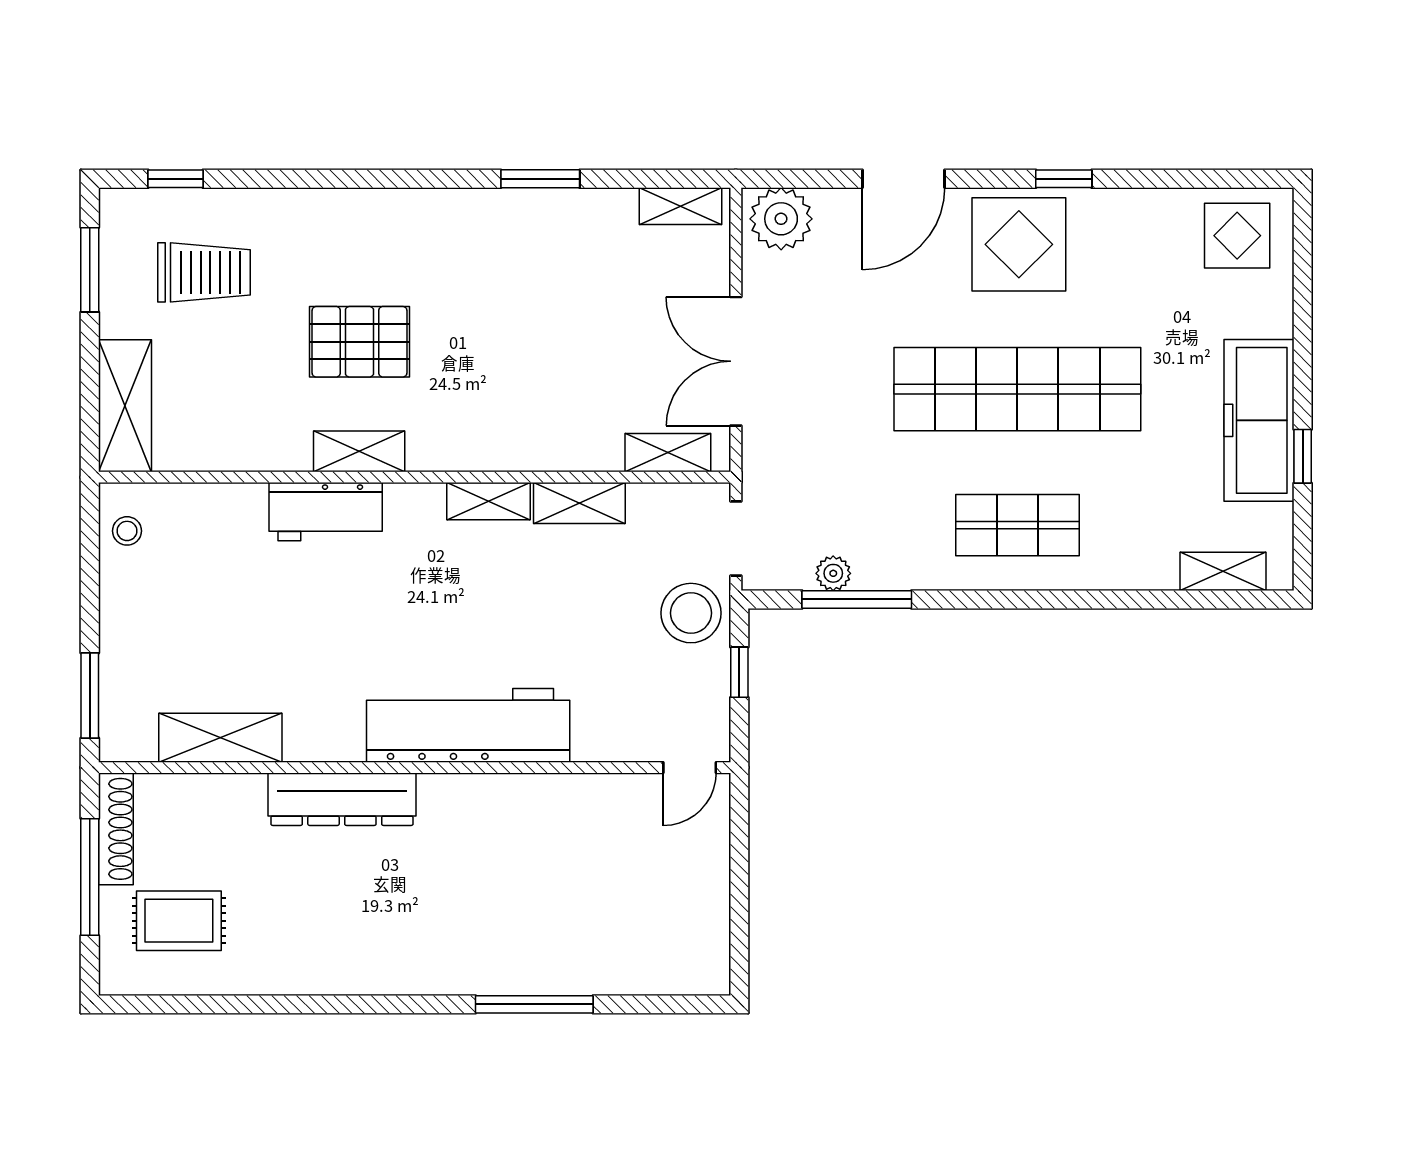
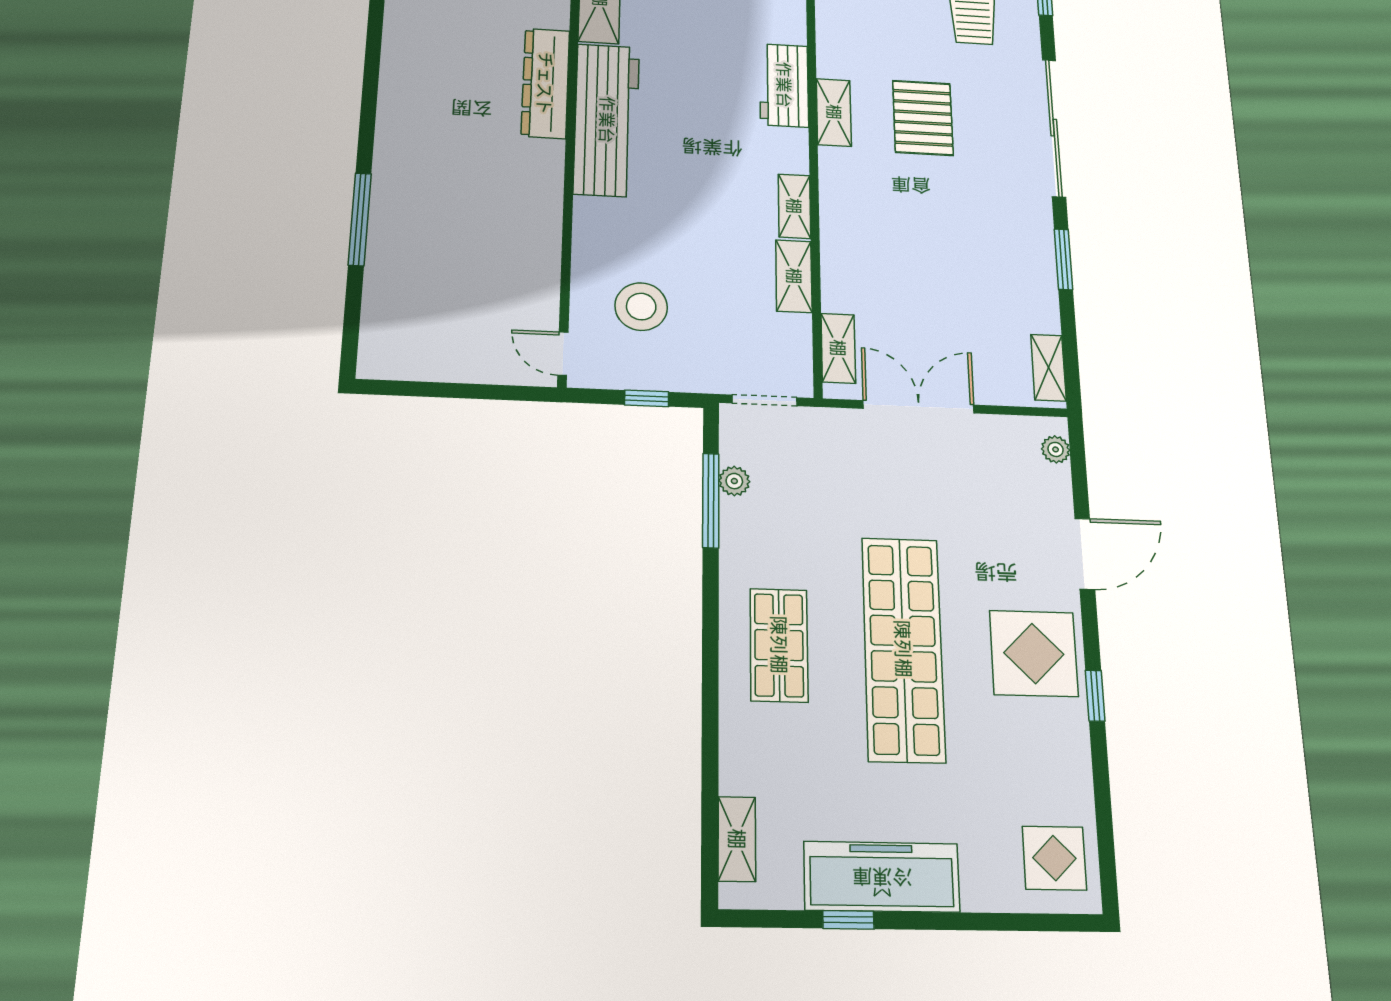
sliding door: (363, 179) -> (1054, 128), added
door: (904, 179) -> (1085, 554), swing flipped
plant: (781, 219) -> (1056, 449), width x0.53, depth x0.53
stool: (691, 613) -> (641, 307), moved
workbench: (468, 725) -> (607, 120), moved

